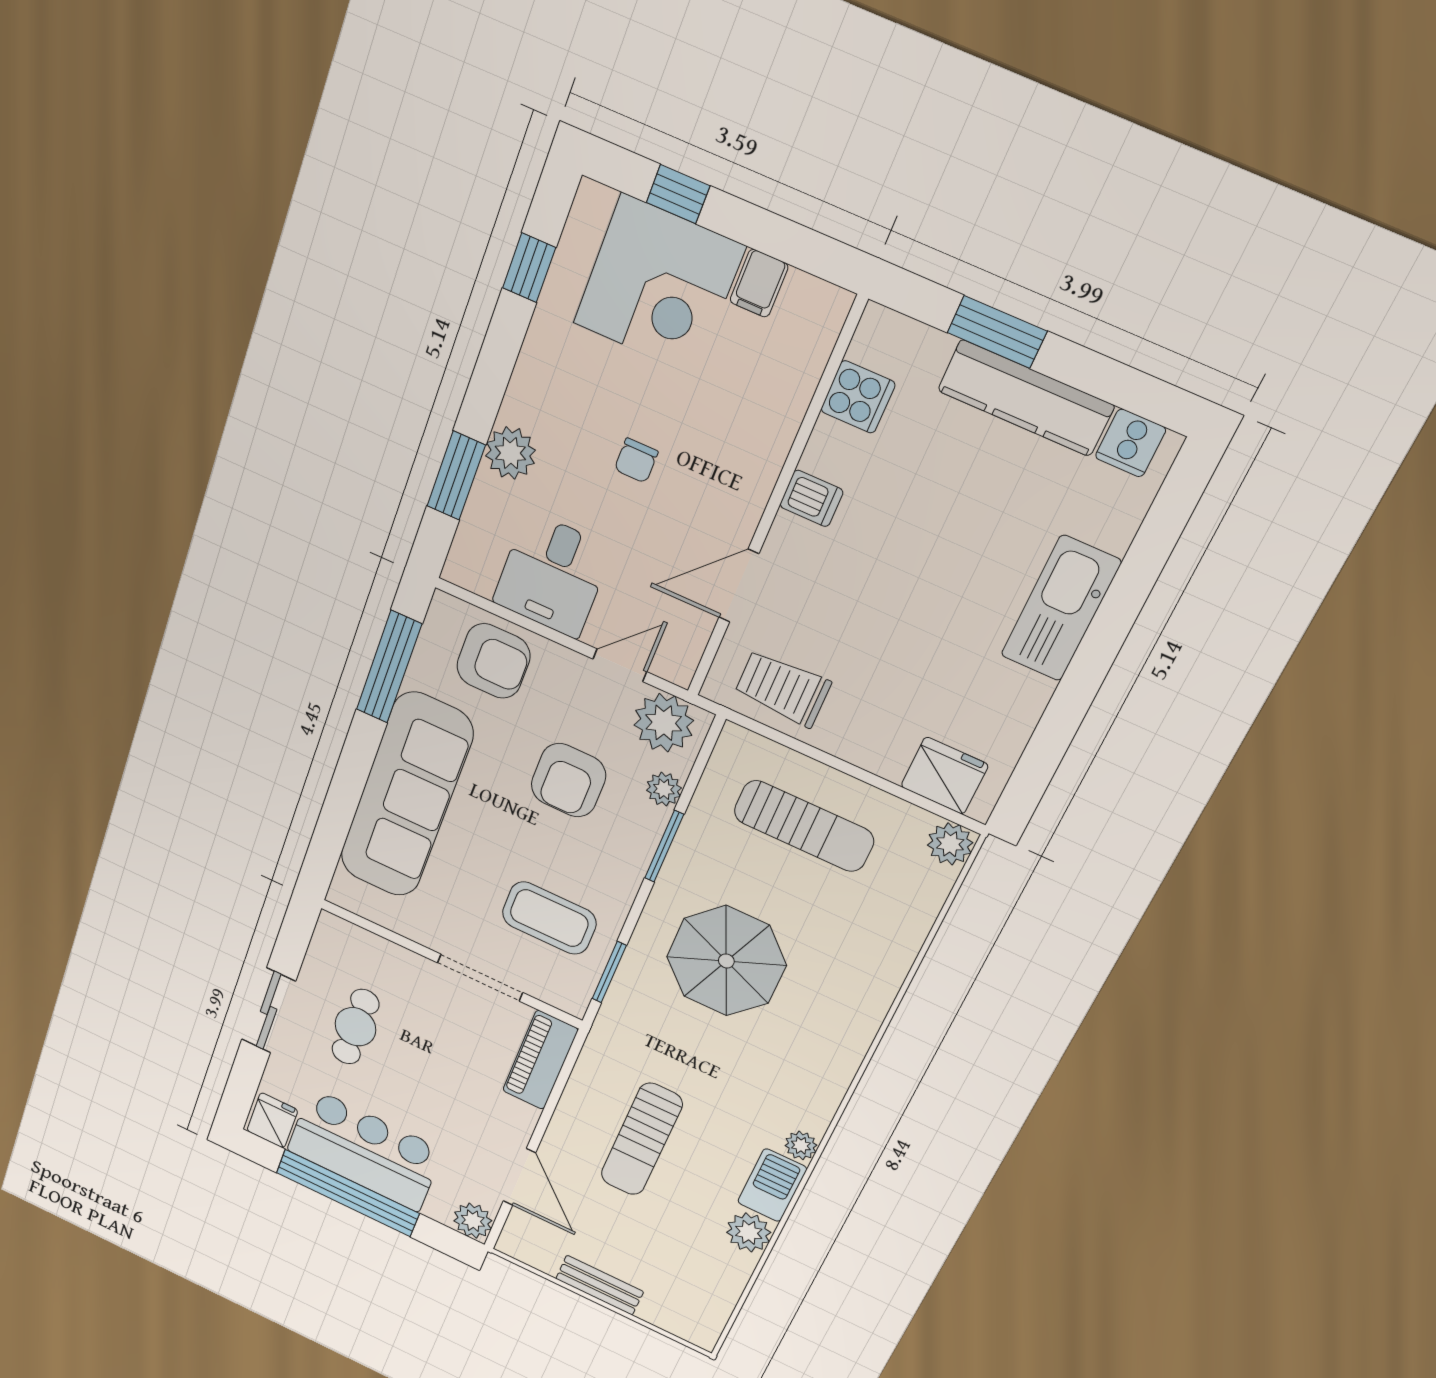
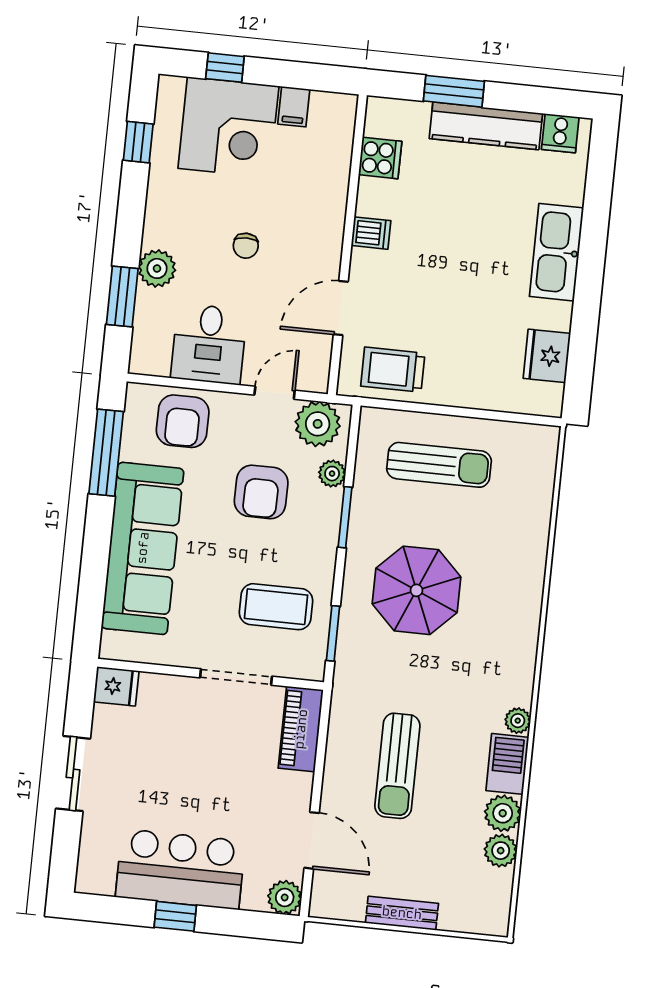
armchair: (493, 661) -> (183, 421), turned 90
fridge: (944, 776) -> (547, 356), moved, turned -90
plant: (950, 844) -> (501, 851), moved
cafe table: (355, 1027) -> (147, 759), removed
fridge: (272, 1120) -> (116, 686), moved, turned 90
window: (348, 1193) -> (175, 916), width x0.32

